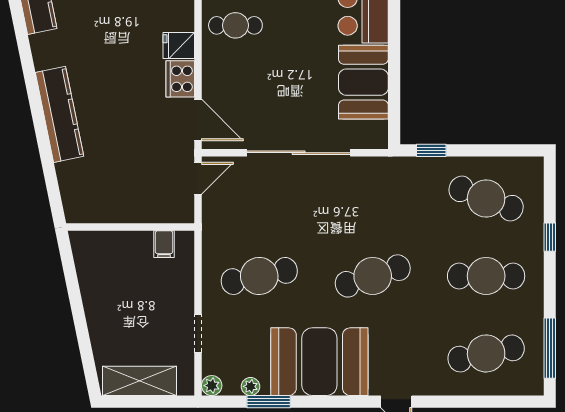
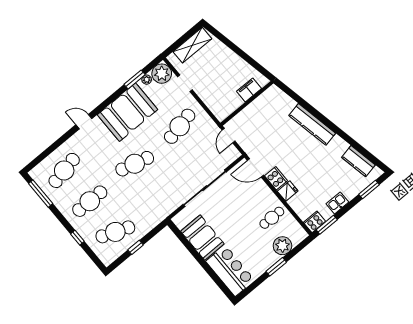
window: (431, 150) -> (135, 247), moved
door: (198, 178) -> (229, 136), moved
filing cabinet: (164, 244) -> (249, 90), moved, width x2.00
cafe table: (373, 276) -> (135, 164), turned 33
plant: (212, 386) -> (162, 74), width x1.88, depth x1.88

